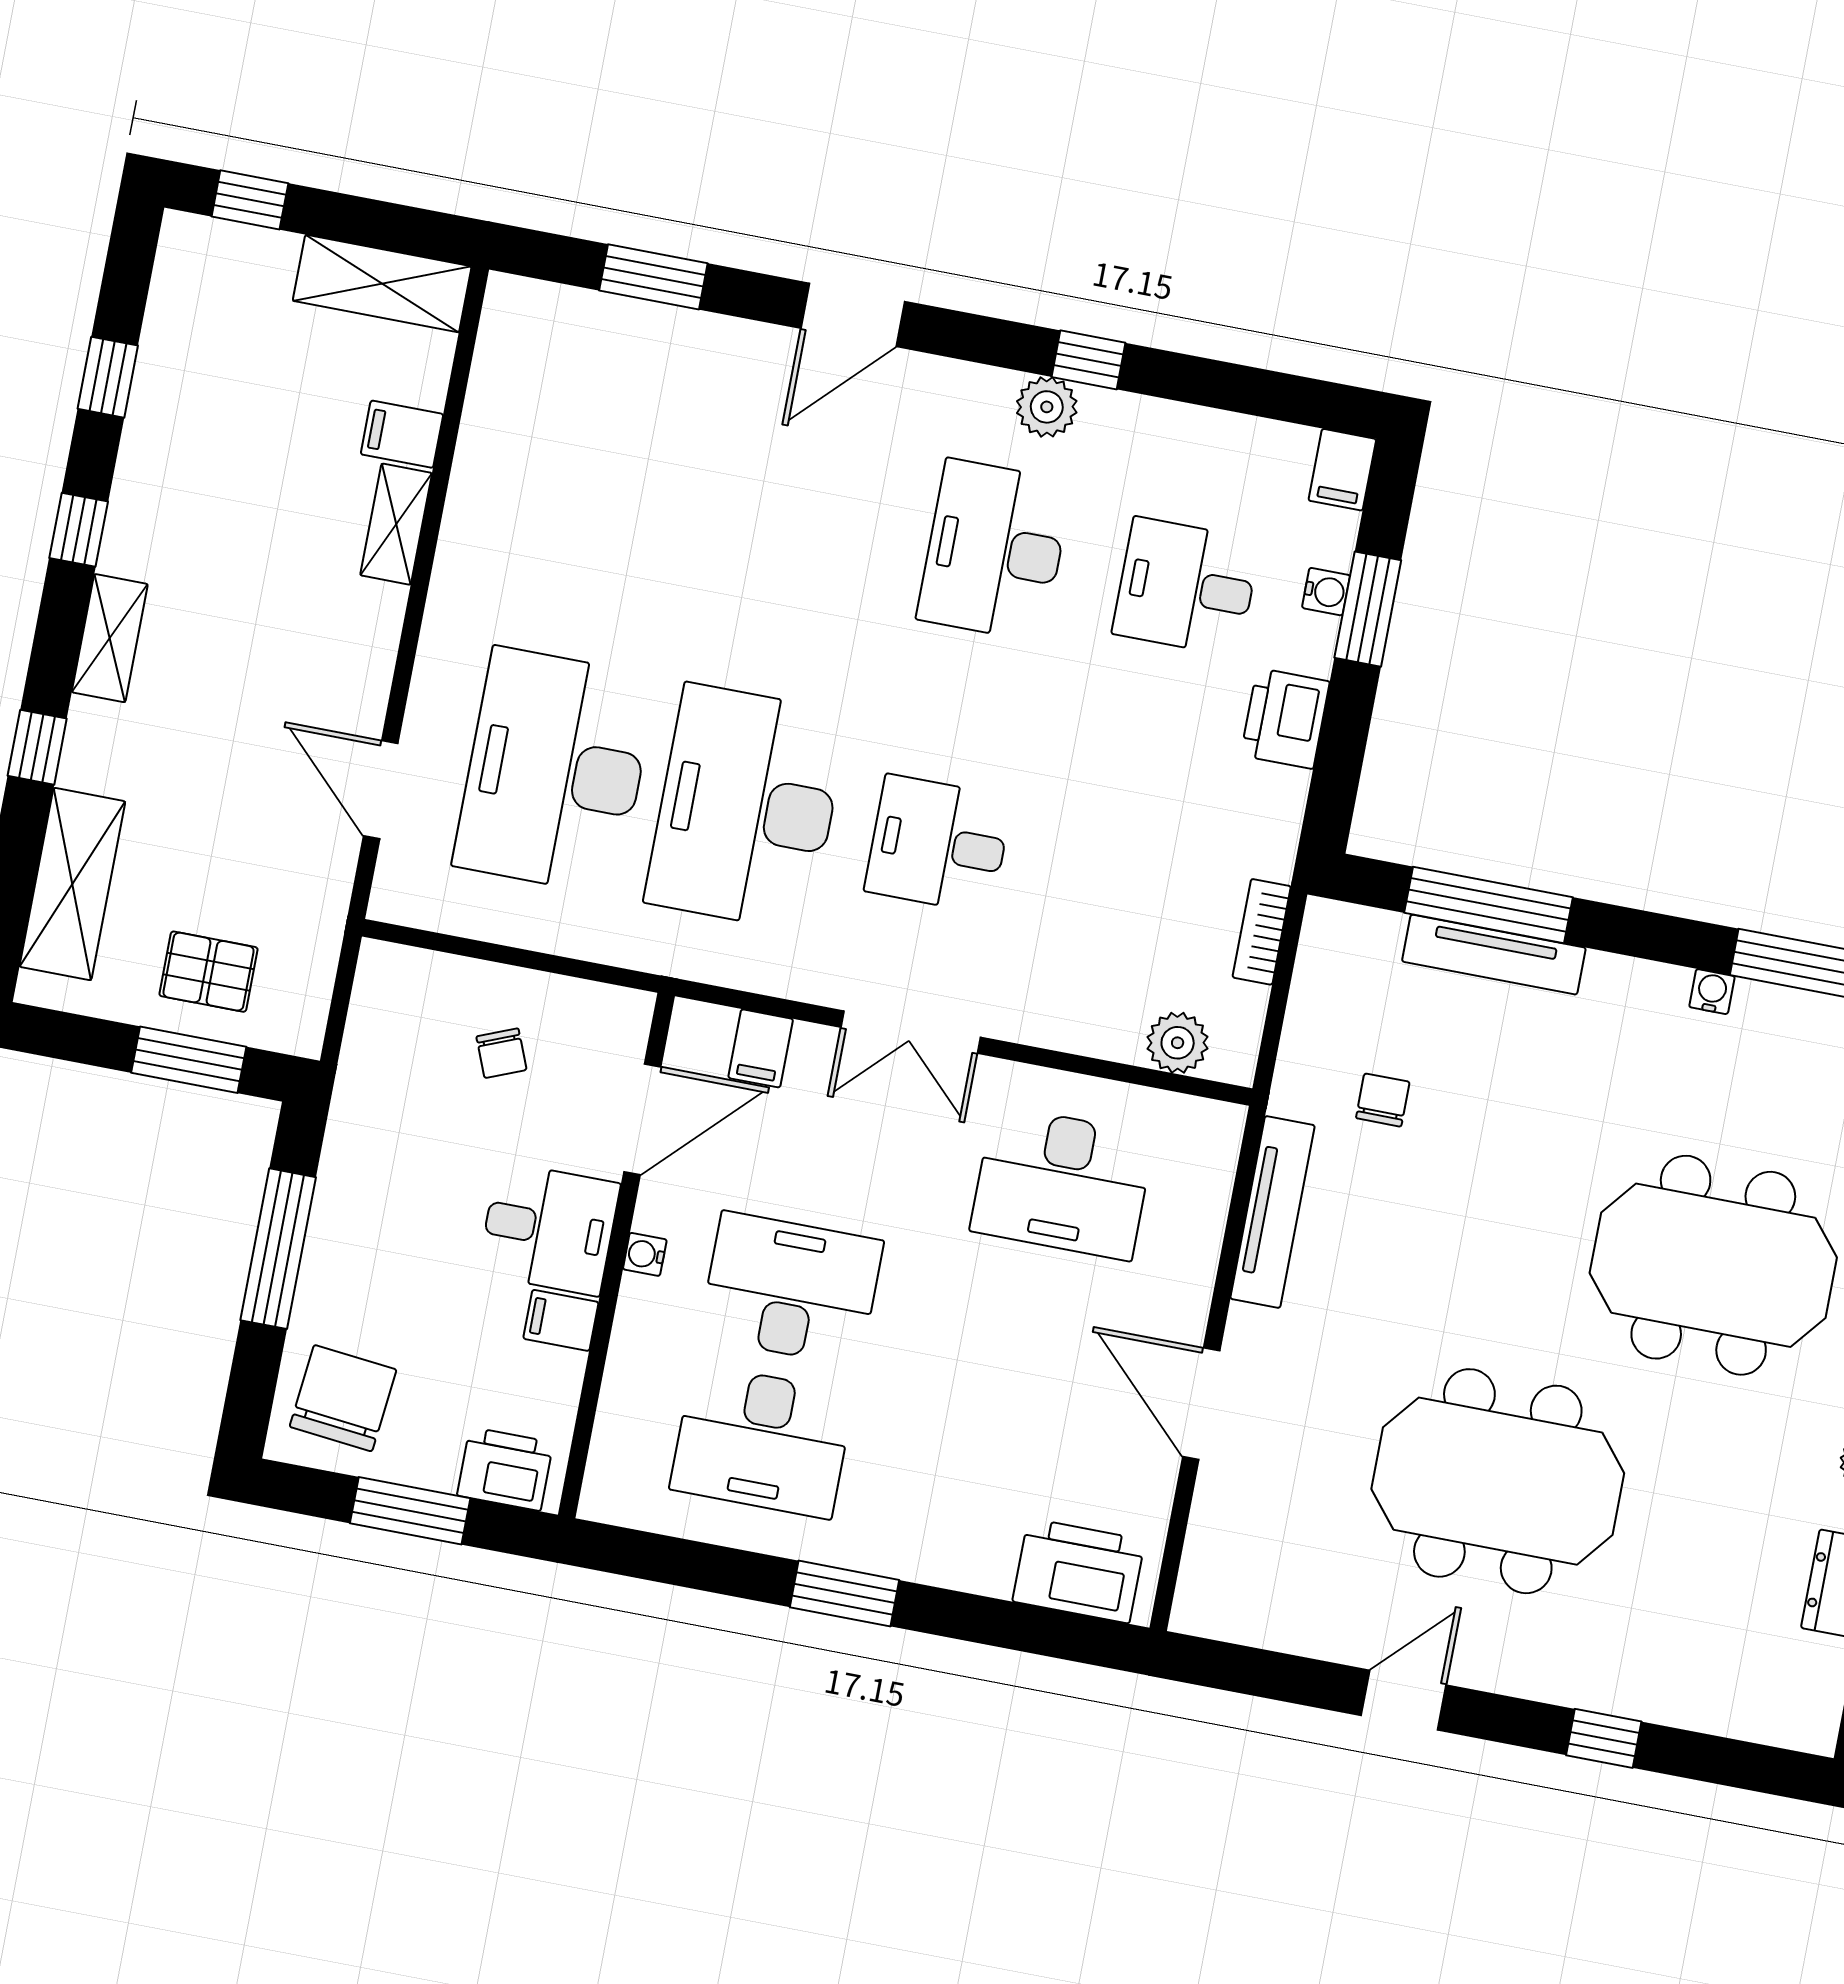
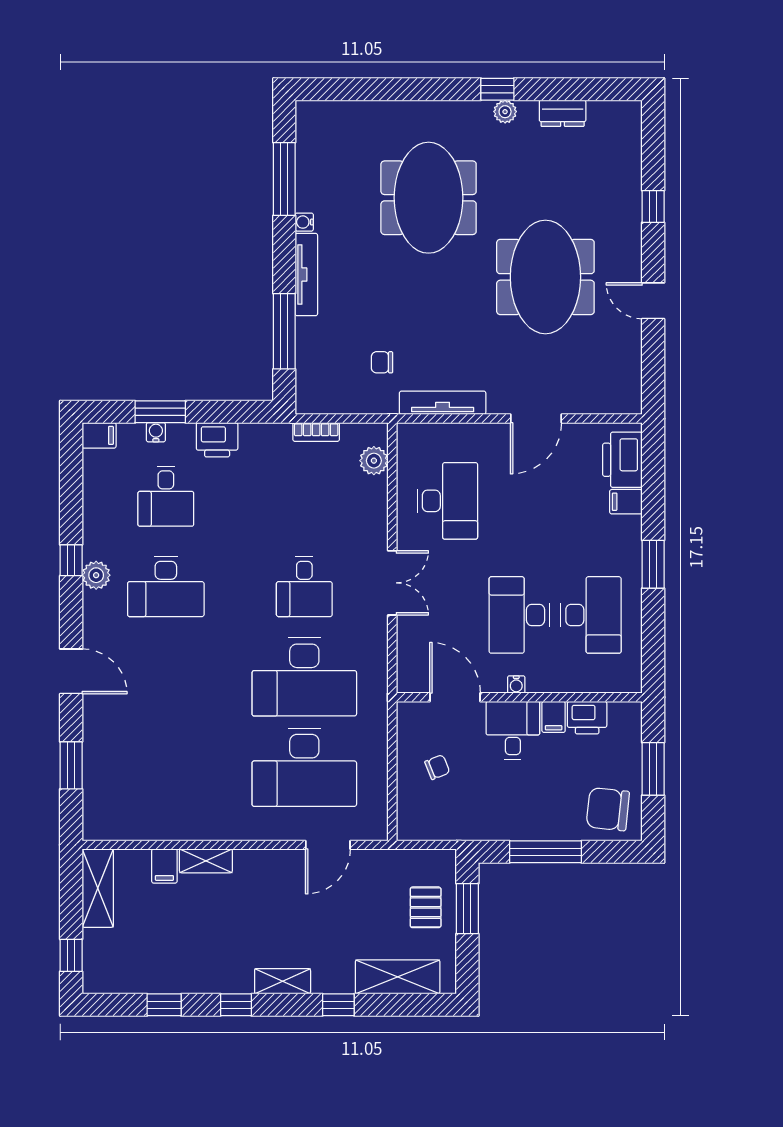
tv unit: (1494, 955) -> (306, 275), moved
filing cabinet: (761, 1048) -> (626, 502), moved, turned 180
printer: (505, 1469) -> (587, 718), moved, turned -90

